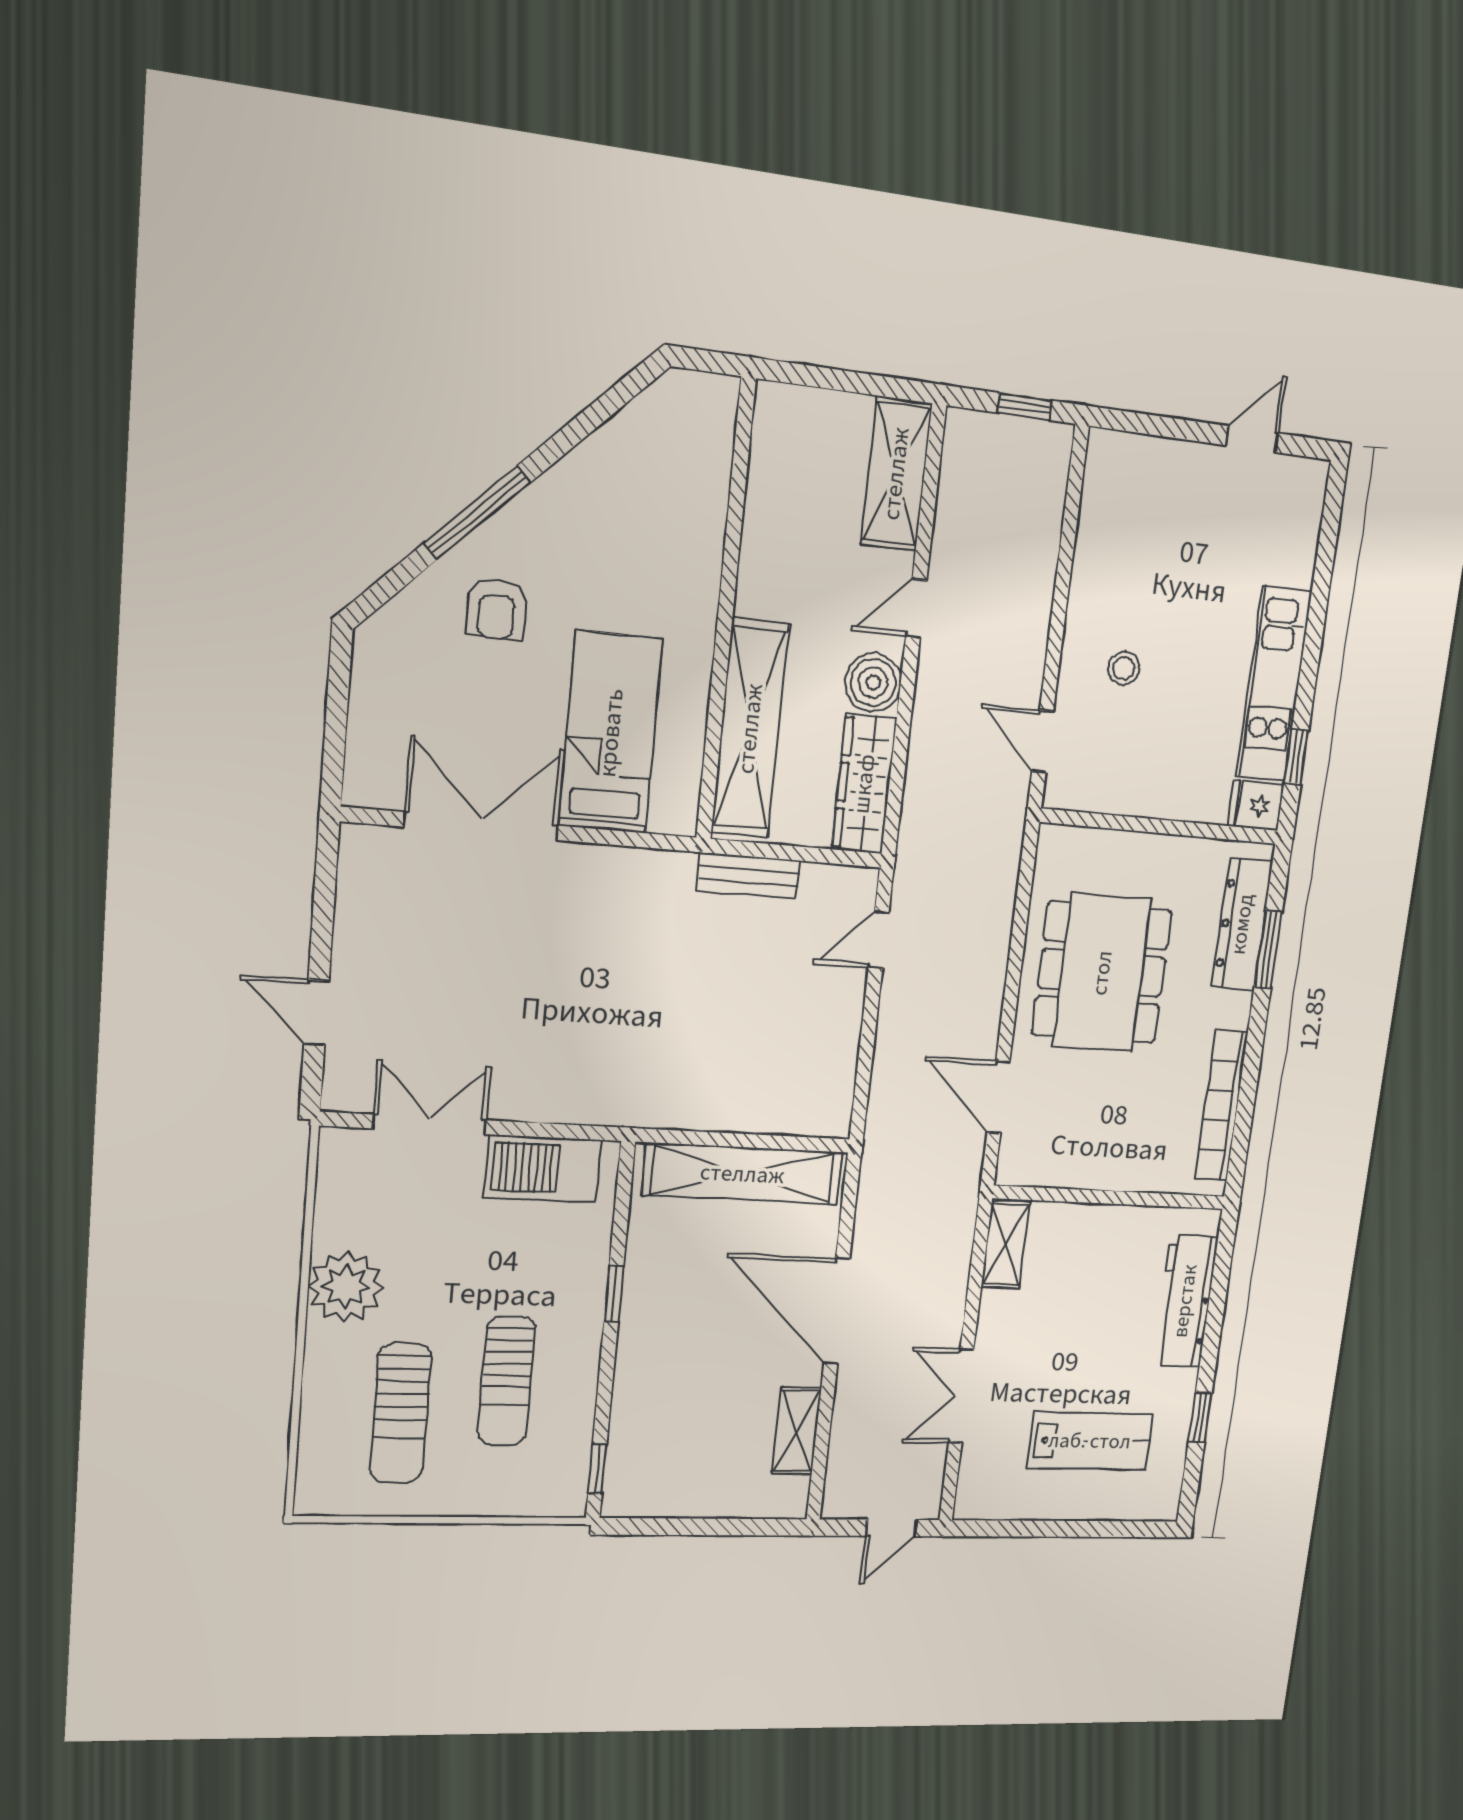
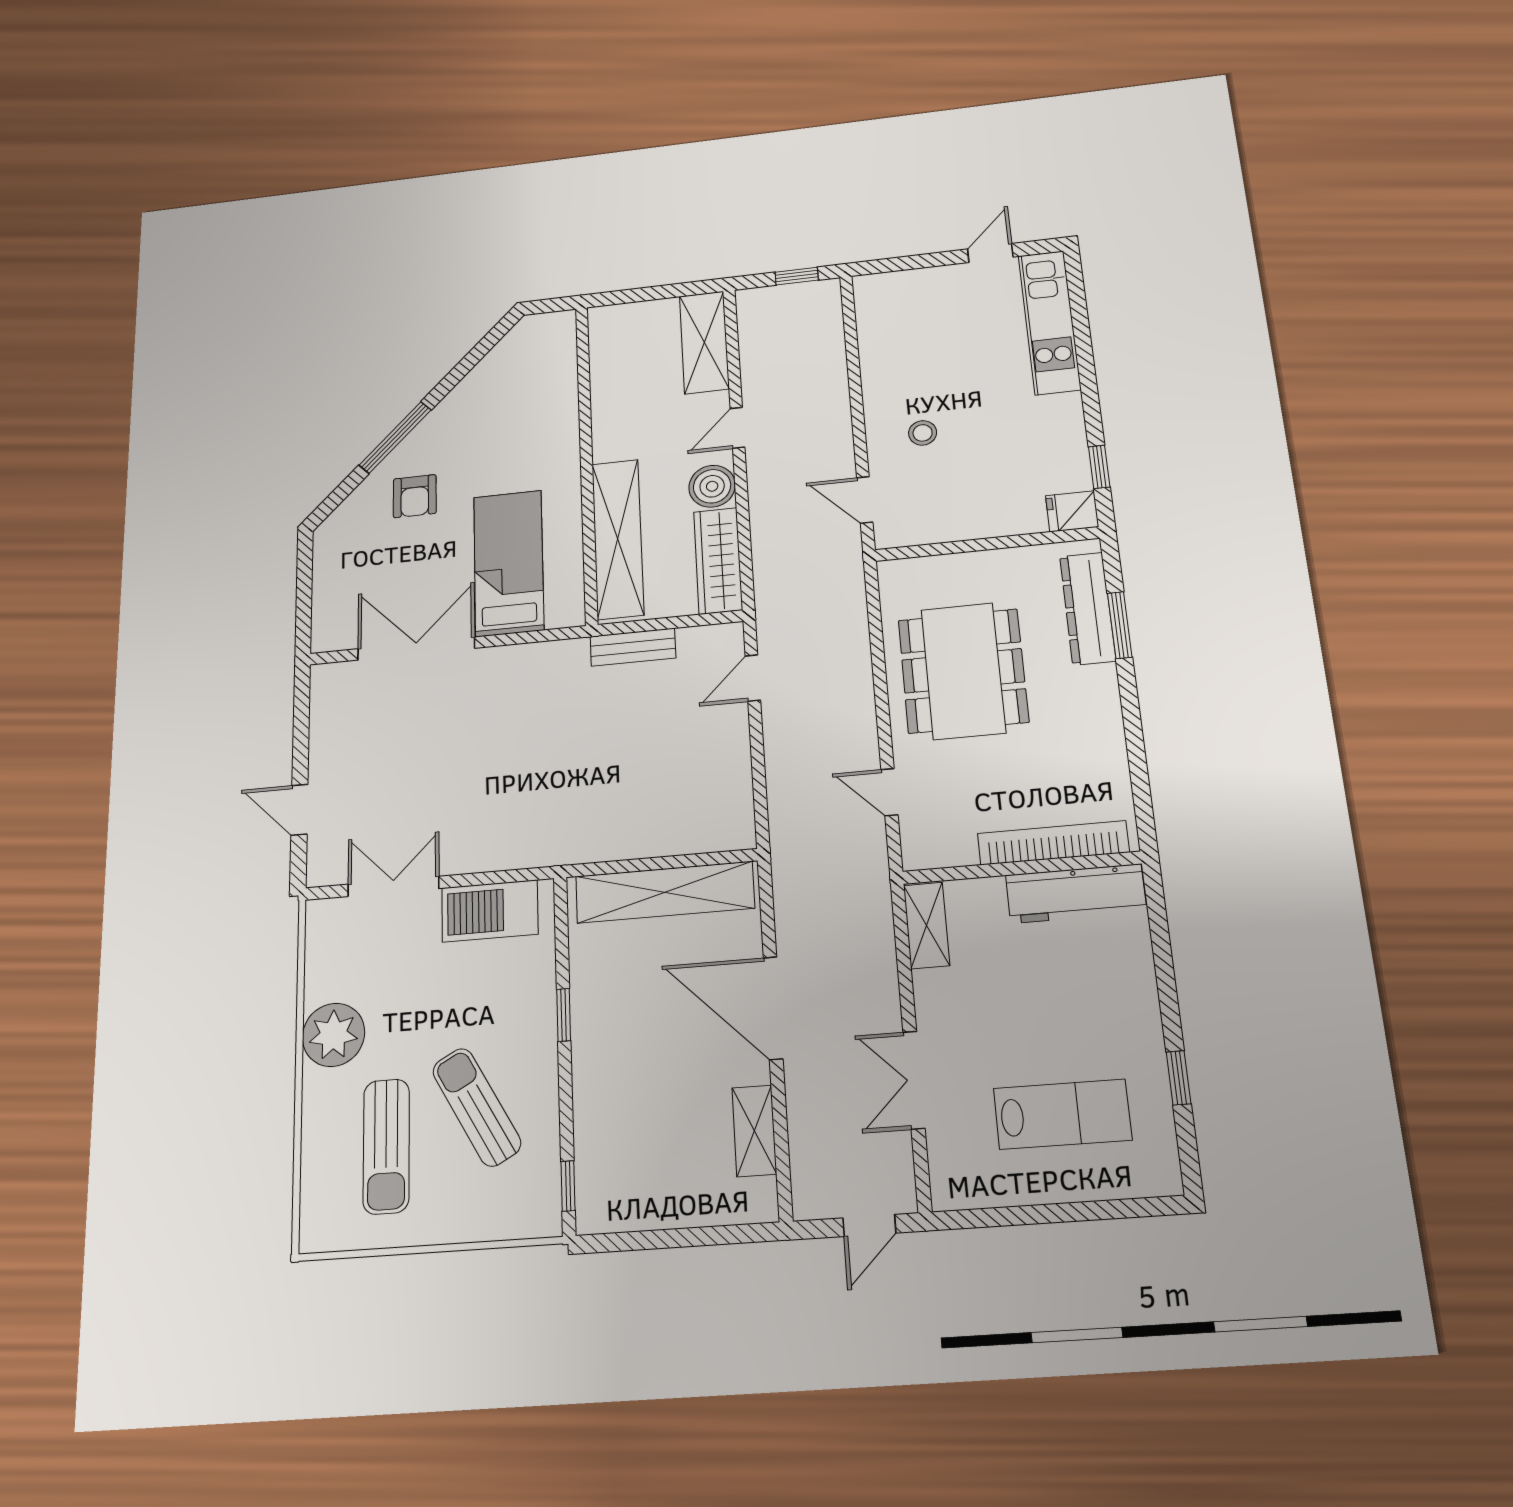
kitchen unit: (1274, 684) -> (1049, 322), moved
door: (998, 1097) -> (889, 792), width x0.73
bookcase: (1221, 1106) -> (1053, 843), moved, turned 90
workbench: (1185, 1301) -> (1076, 894), moved, turned -90
sun lounger: (507, 1381) -> (477, 1107), turned 151

